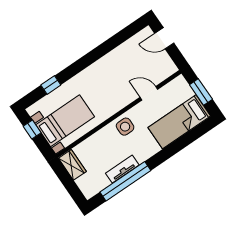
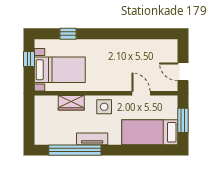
door: (164, 38) -> (183, 72), moved
wardrobe: (72, 165) -> (71, 103), moved, turned 90
tv unit: (122, 169) -> (92, 139), moved

